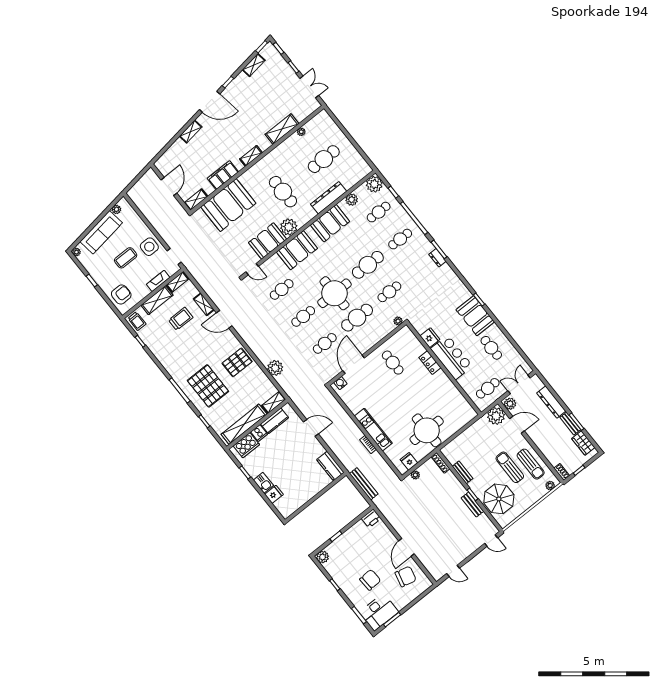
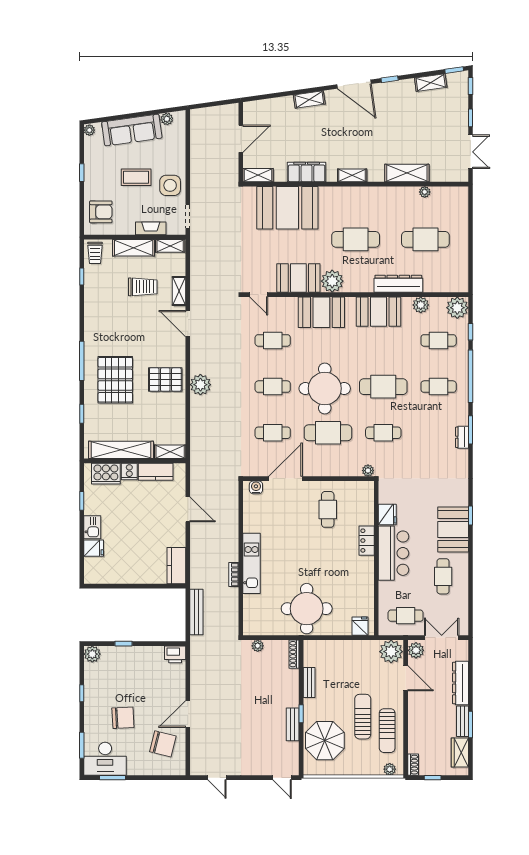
cafe table: (283, 192) -> (356, 239), turned 90
plant: (275, 368) -> (200, 385), moved
fridge: (409, 461) -> (360, 626), moved

